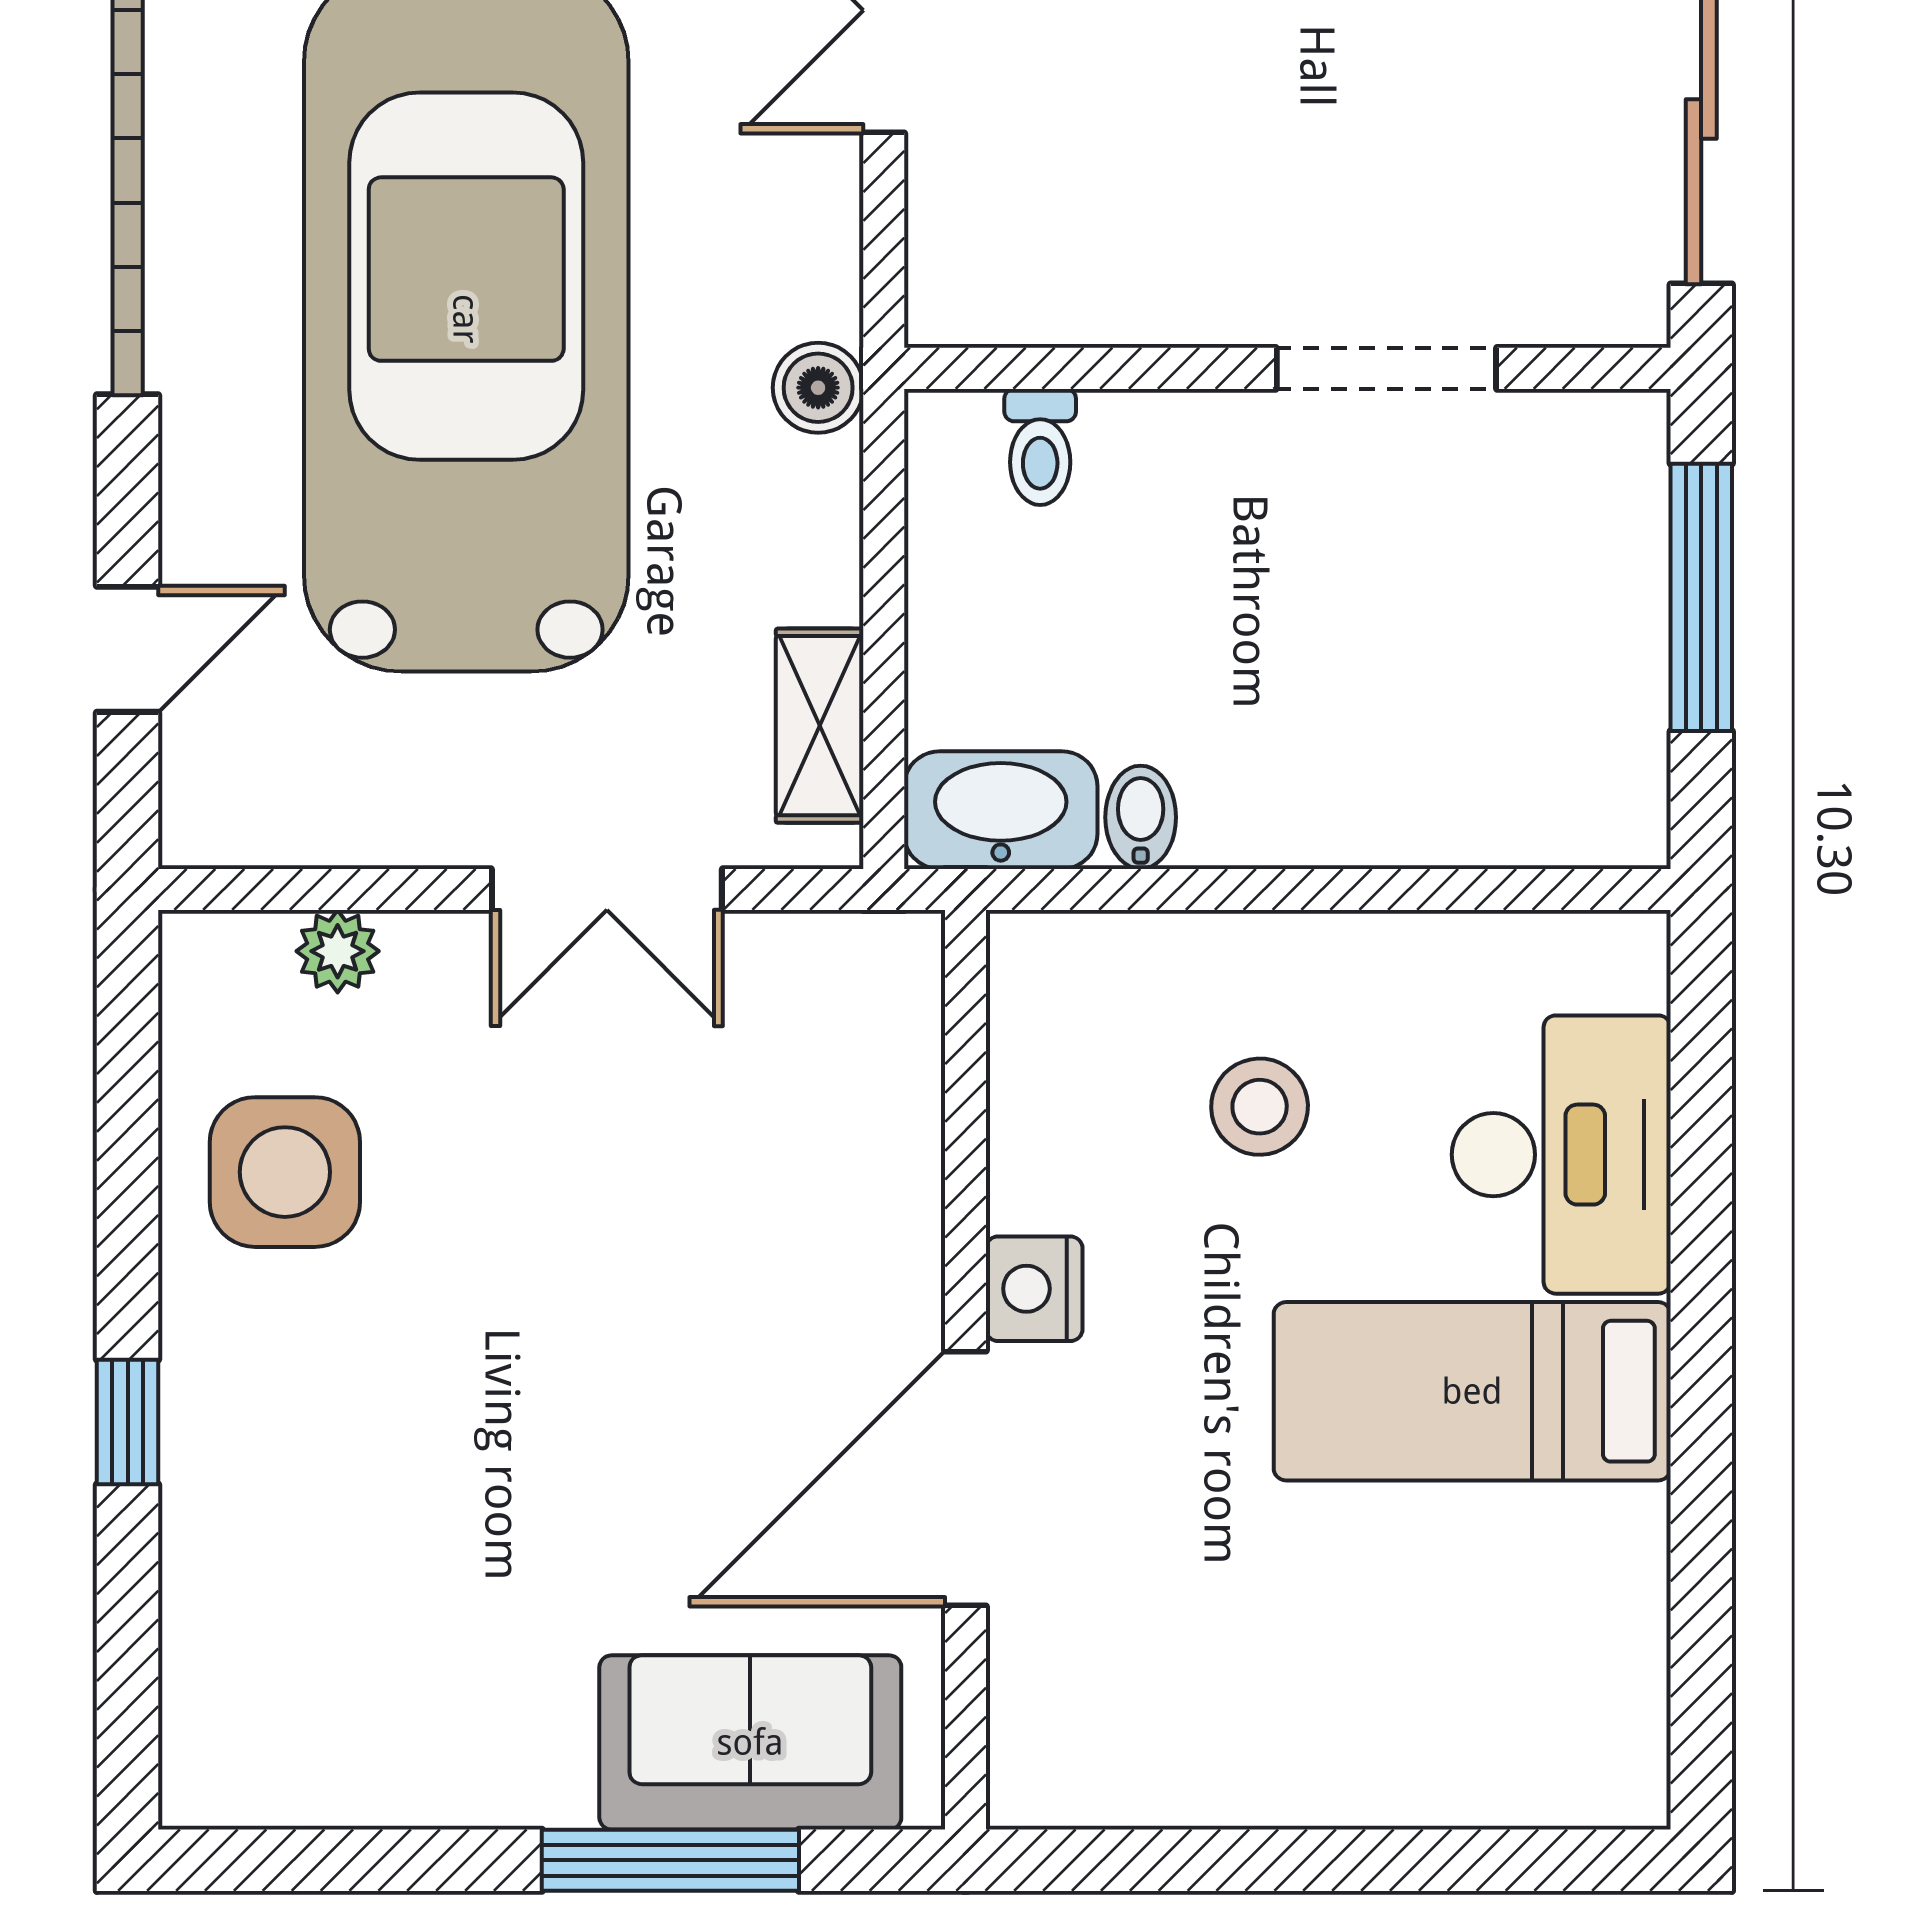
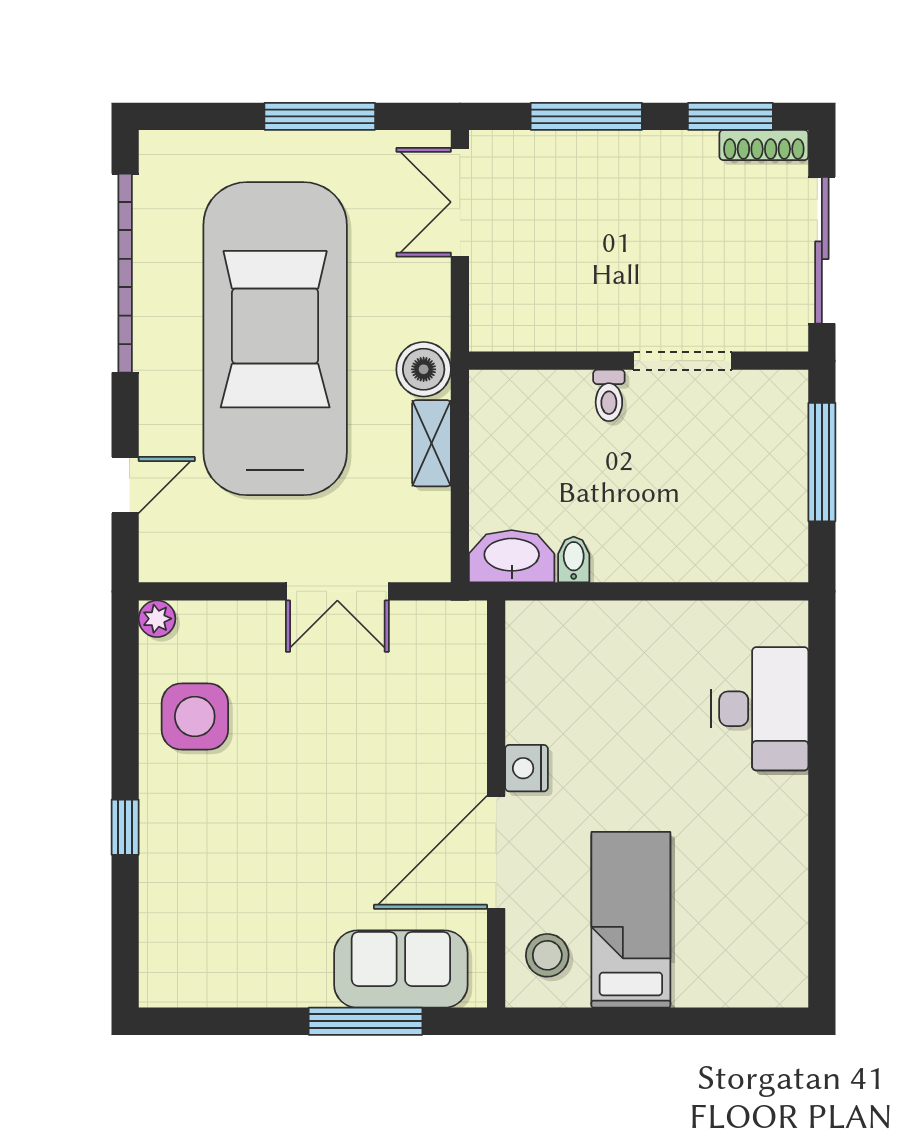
boiler: (818, 388) -> (424, 369), width x1.36, depth x1.36
toilet: (1040, 447) -> (609, 395), moved
shelving: (820, 726) -> (432, 443), moved
plant: (338, 951) -> (157, 619), moved
stool: (1260, 1107) -> (547, 955), moved
bed: (1472, 1391) -> (631, 920), moved, turned 90

